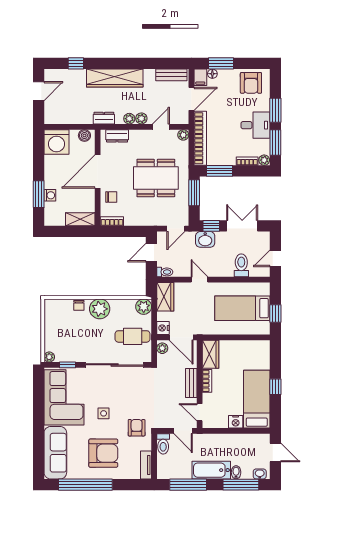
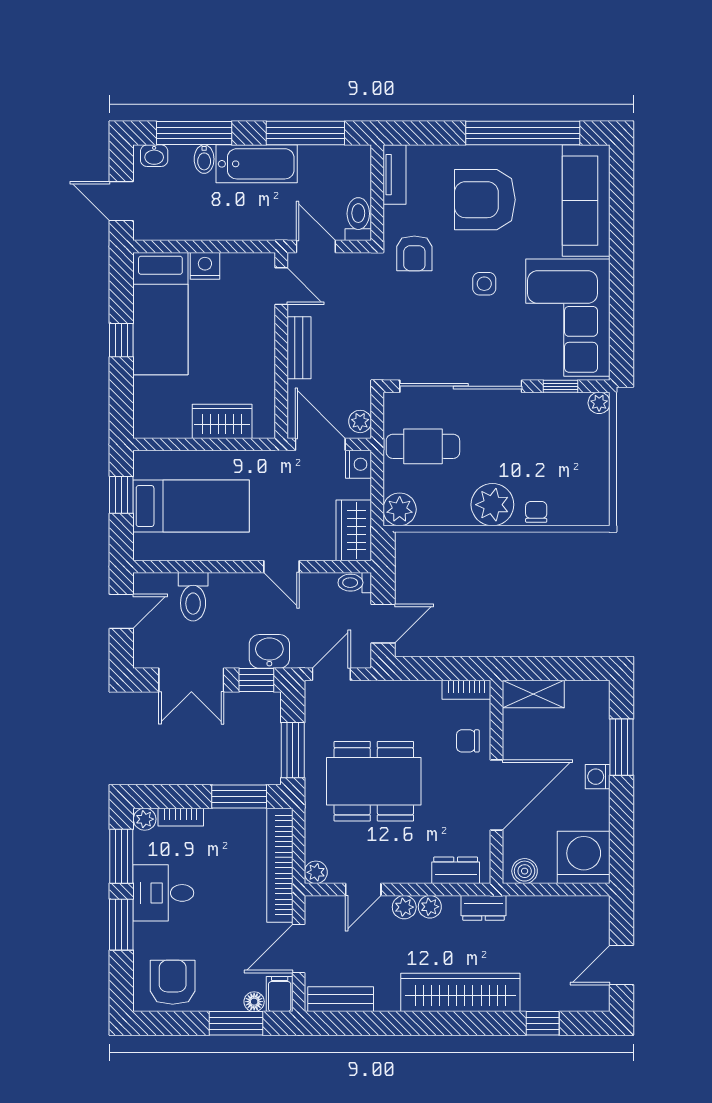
washing machine: (50, 195) -> (598, 777), moved
wardrobe: (211, 354) -> (222, 421), moved, turned 90
bookcase: (207, 381) -> (266, 352), removed

